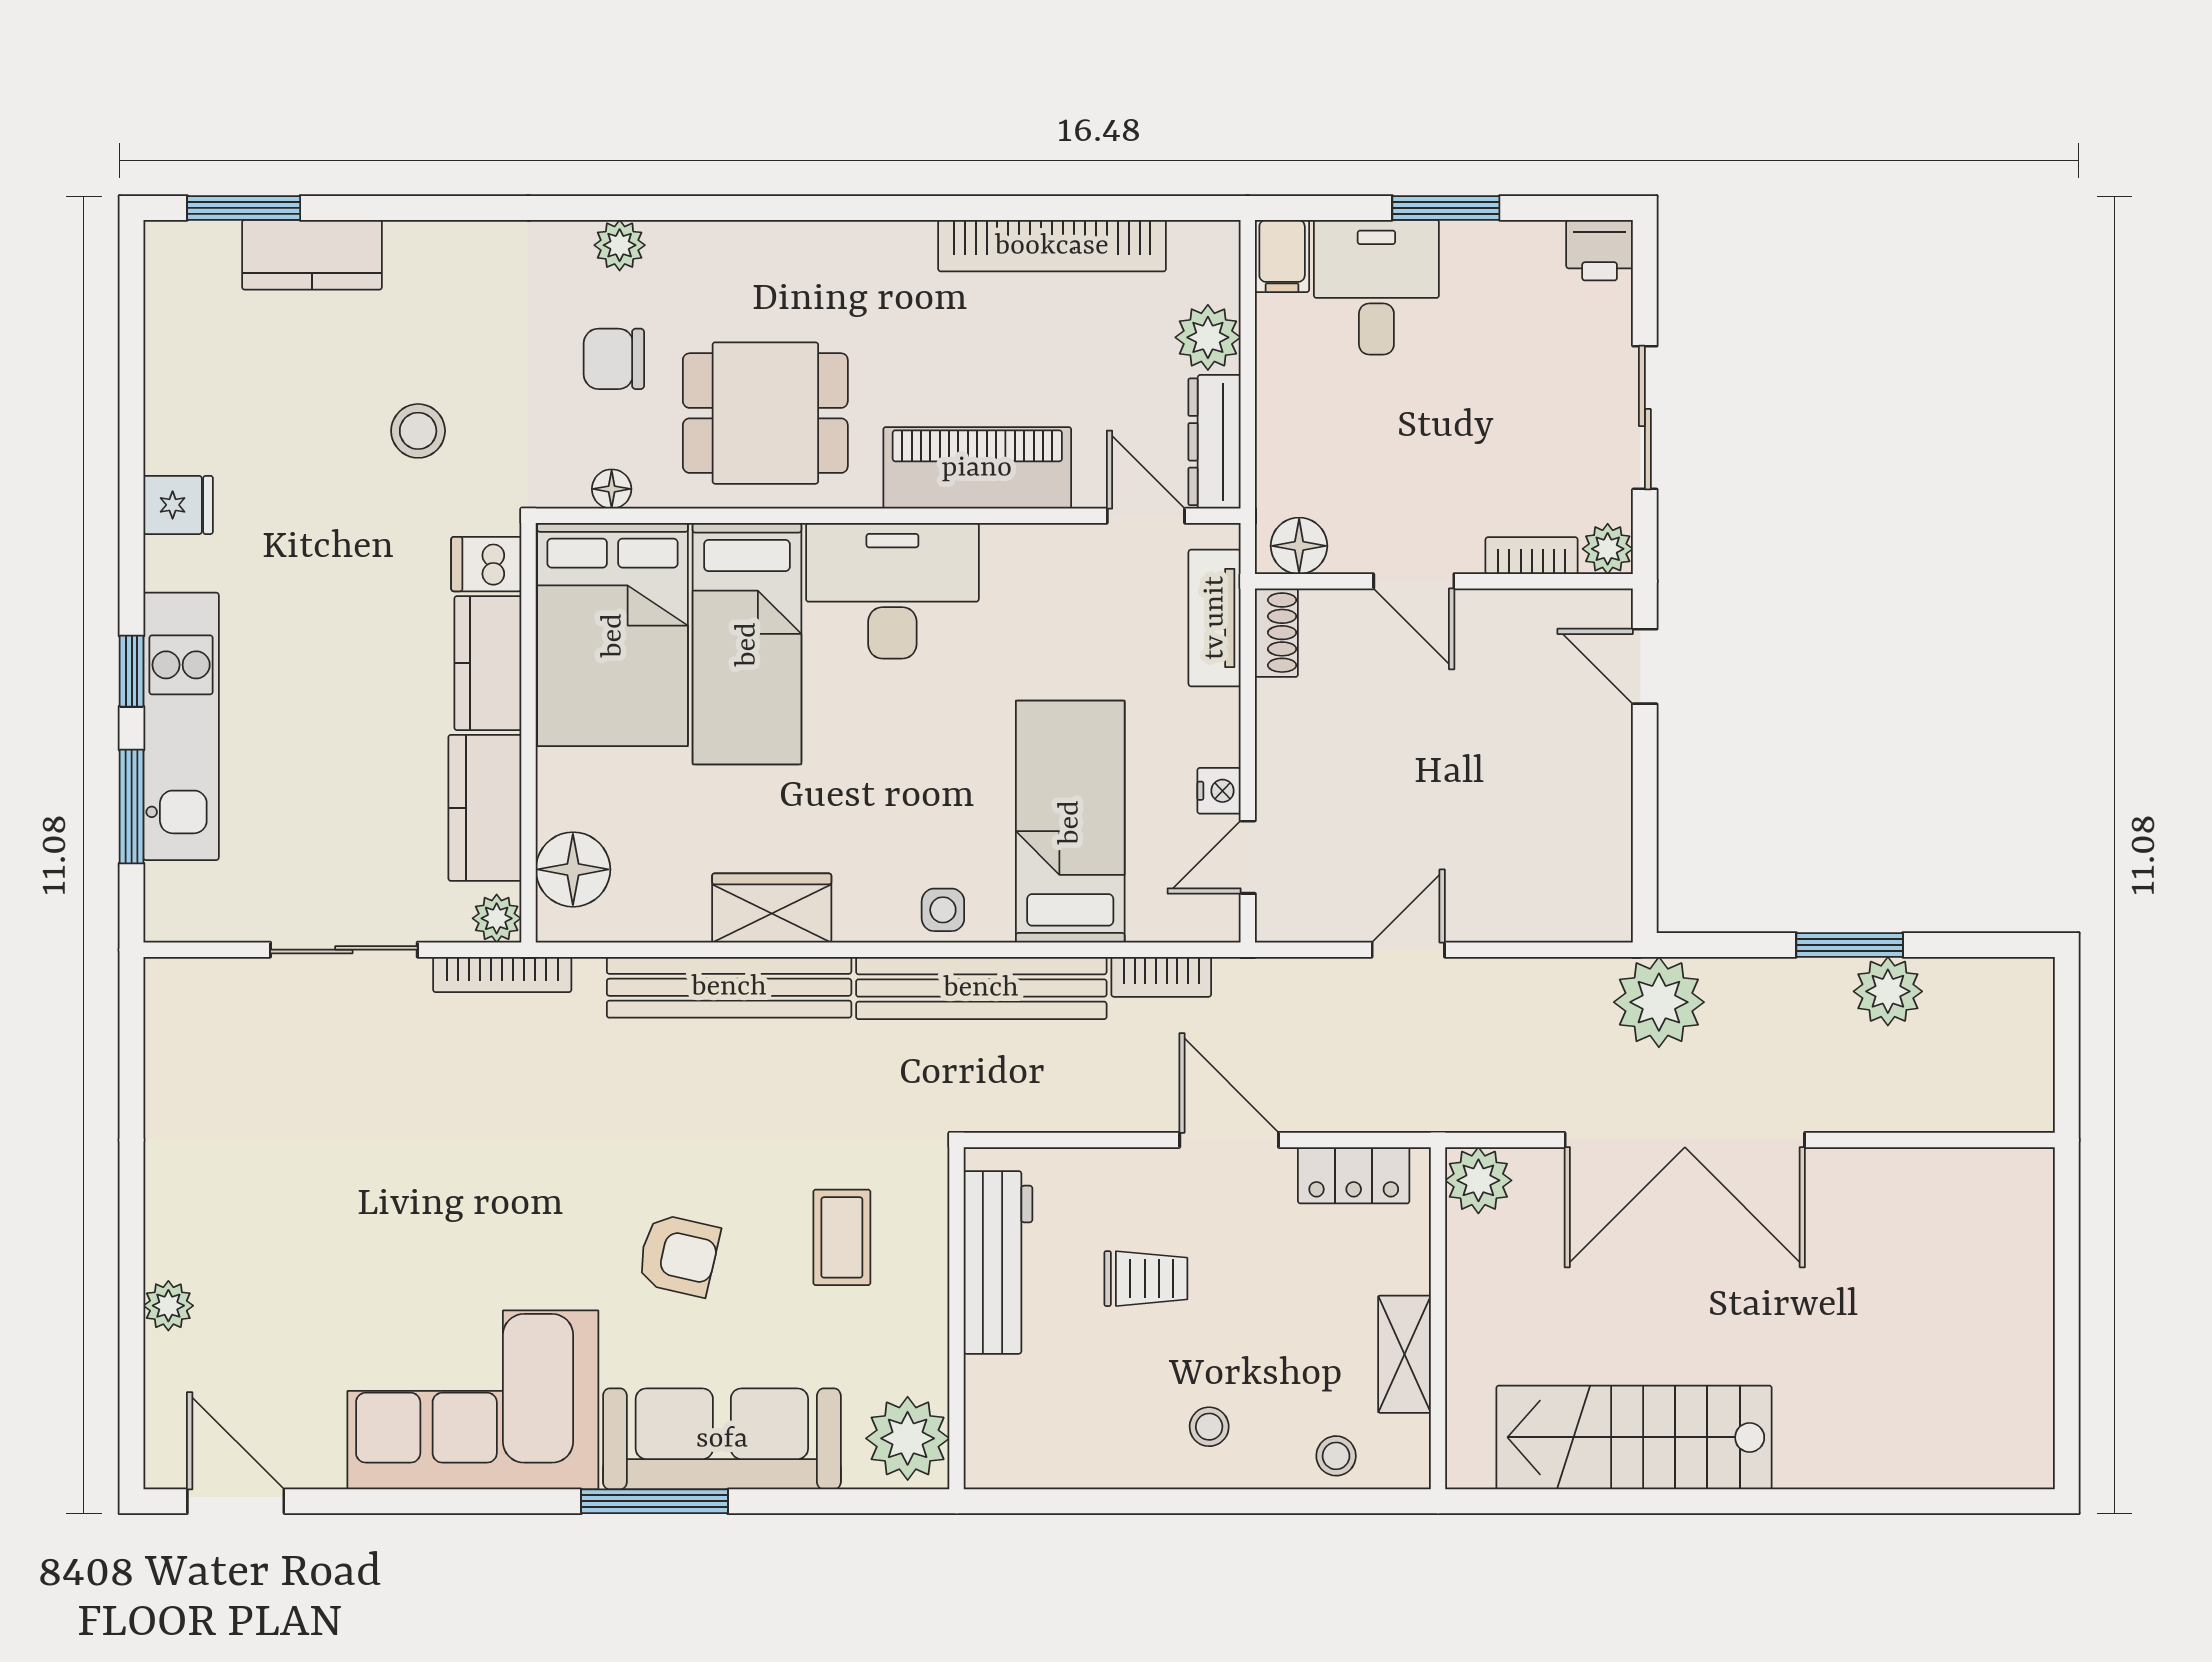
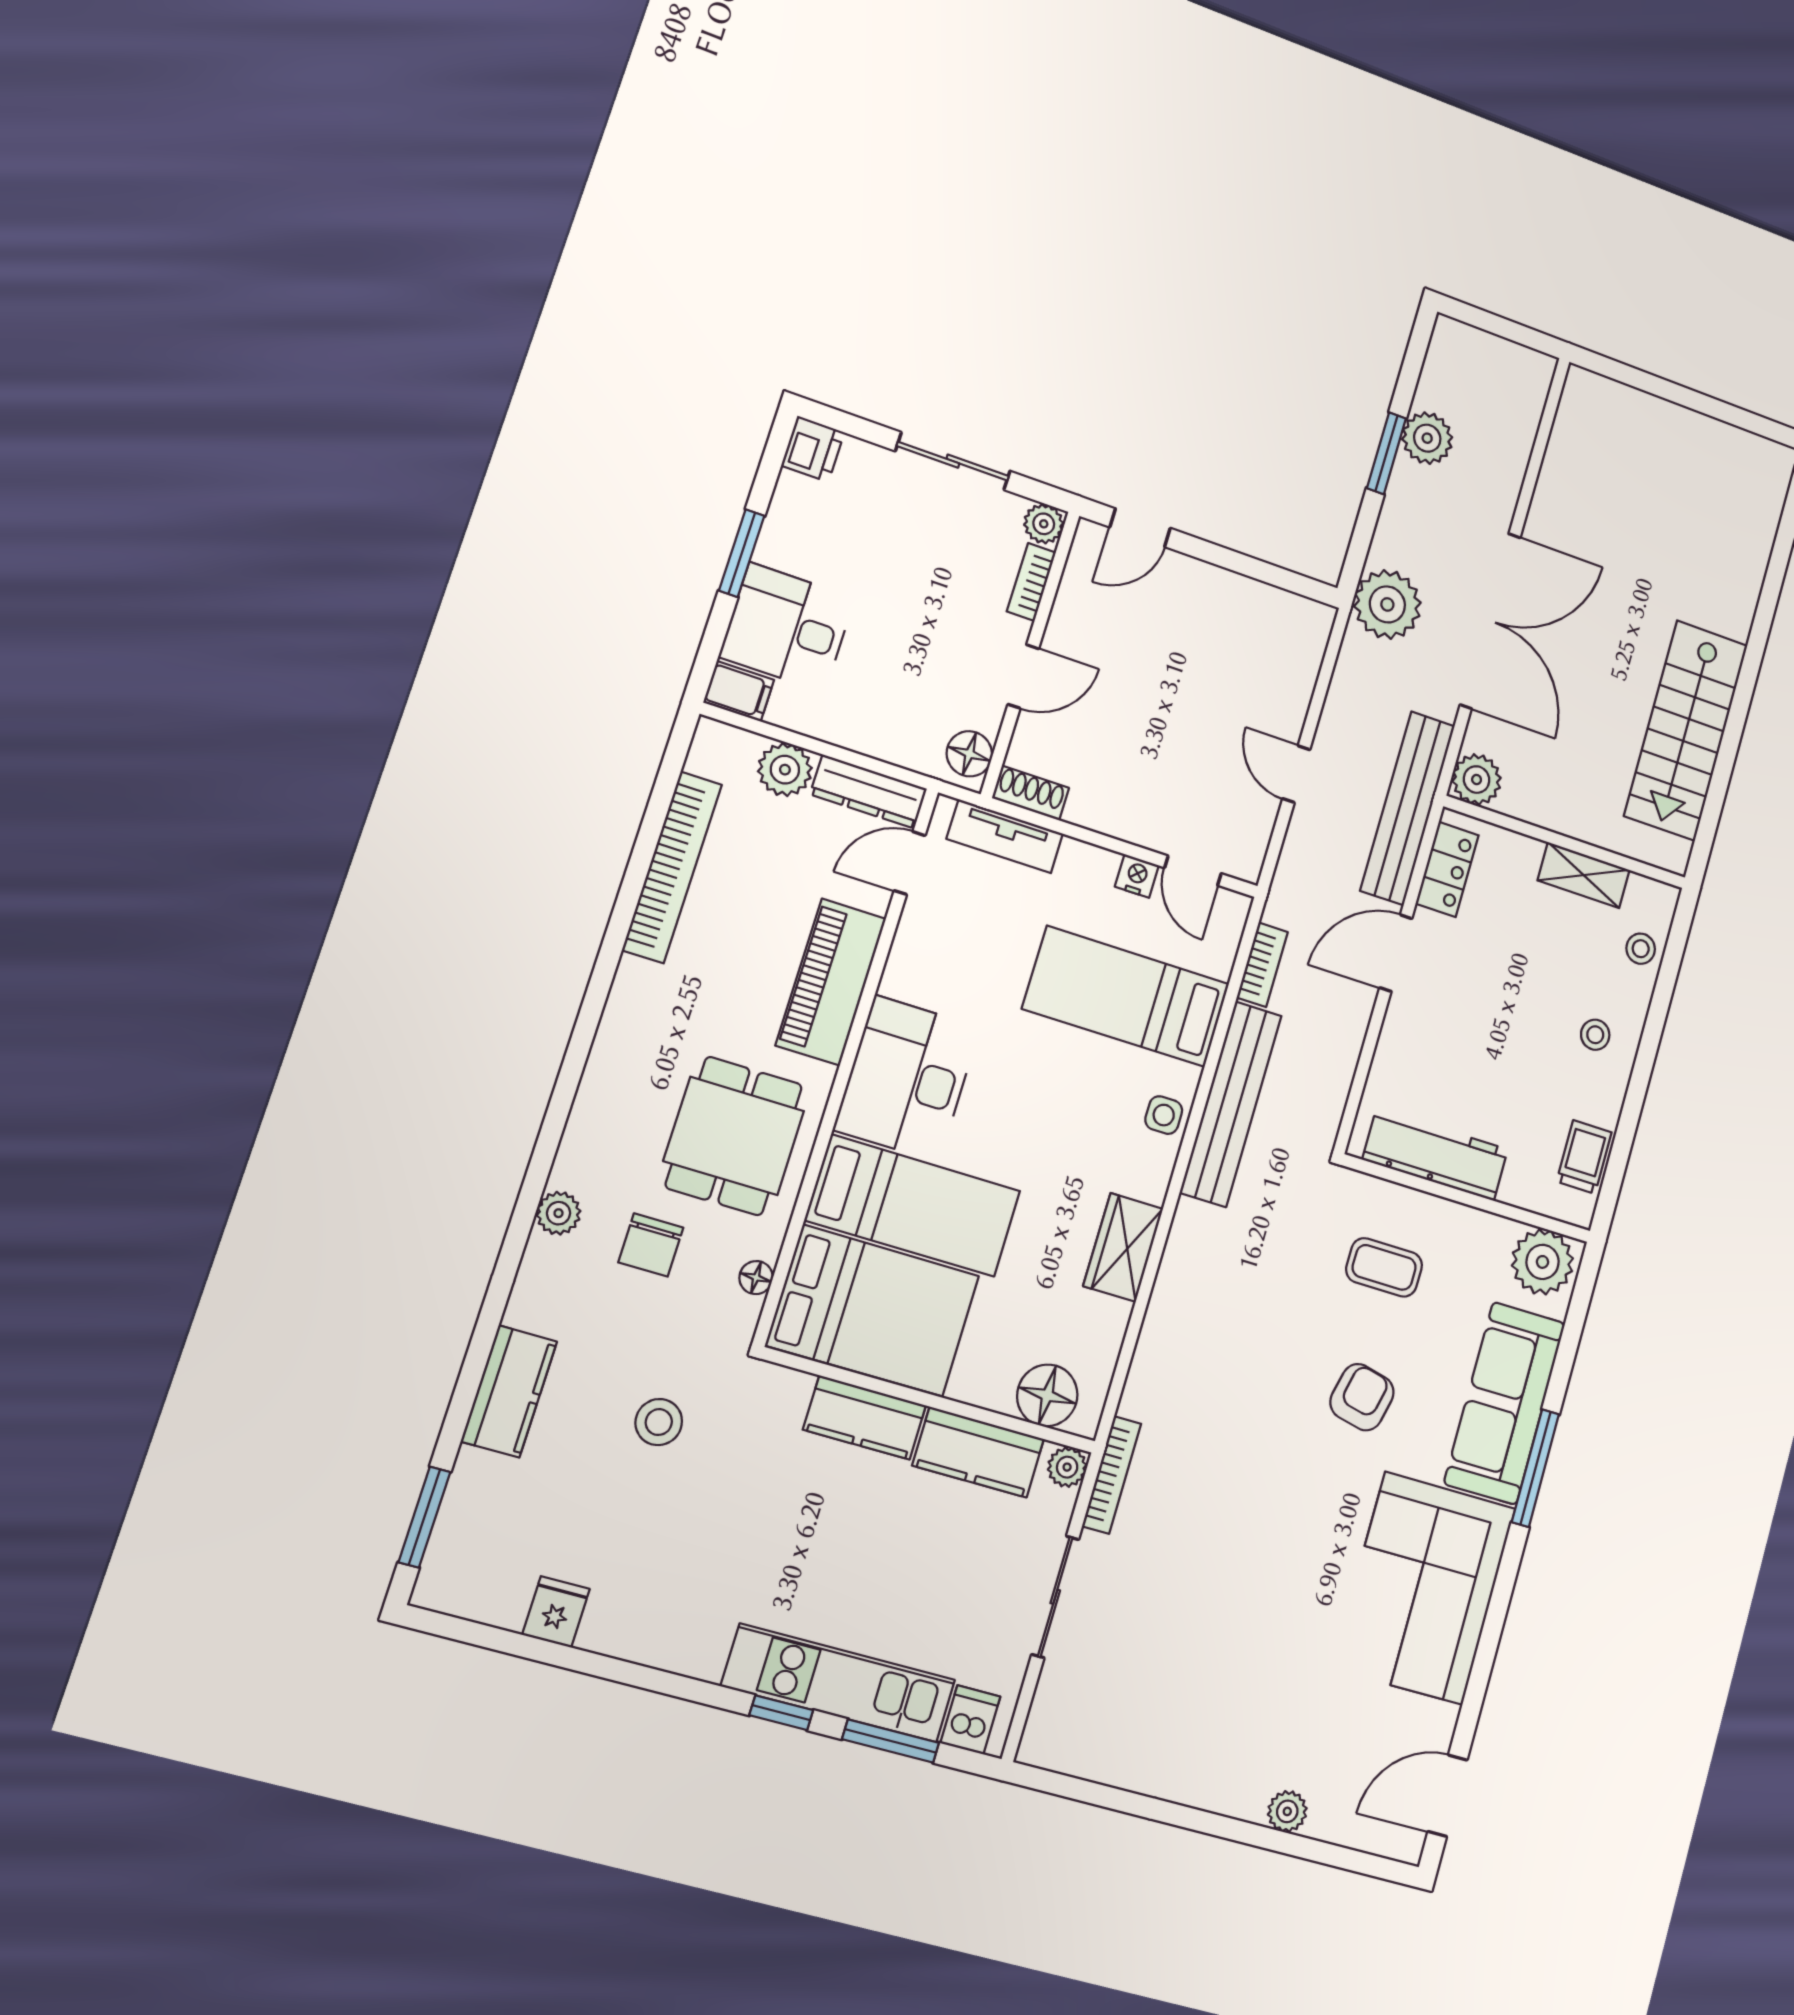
kitchen counter: (312, 255) -> (509, 1391), moved
fridge: (178, 505) -> (556, 1612), moved
dishwasher: (486, 564) -> (970, 1720), moved, turned 180
bench: (729, 987) -> (1408, 808), moved
trolley: (1146, 1279) -> (1584, 1157), moved

